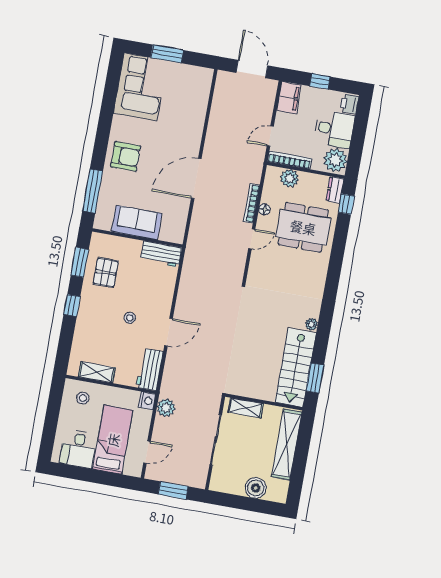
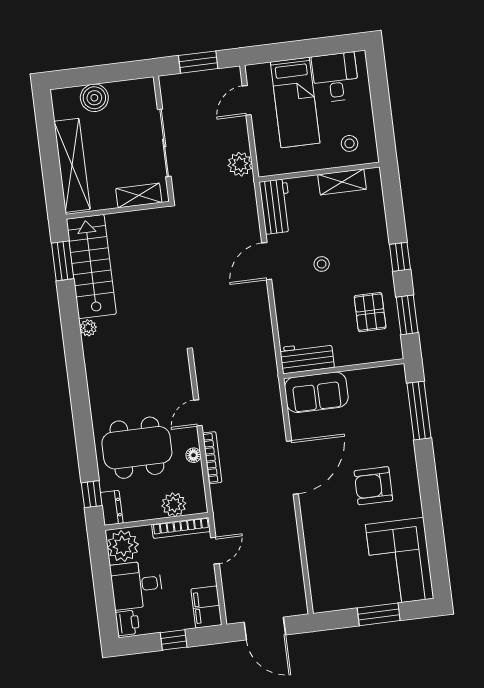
armchair: (126, 156) -> (373, 486), moved
sofa: (137, 222) -> (316, 392), moved
nightstand: (147, 401) -> (267, 166), removed

